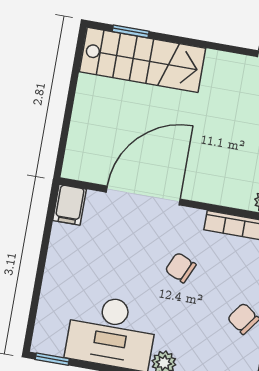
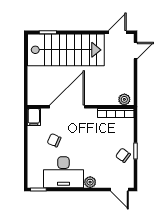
stairs: (143, 60) -> (66, 50), width x1.36, depth x1.51
chair: (181, 268) -> (54, 140), moved

